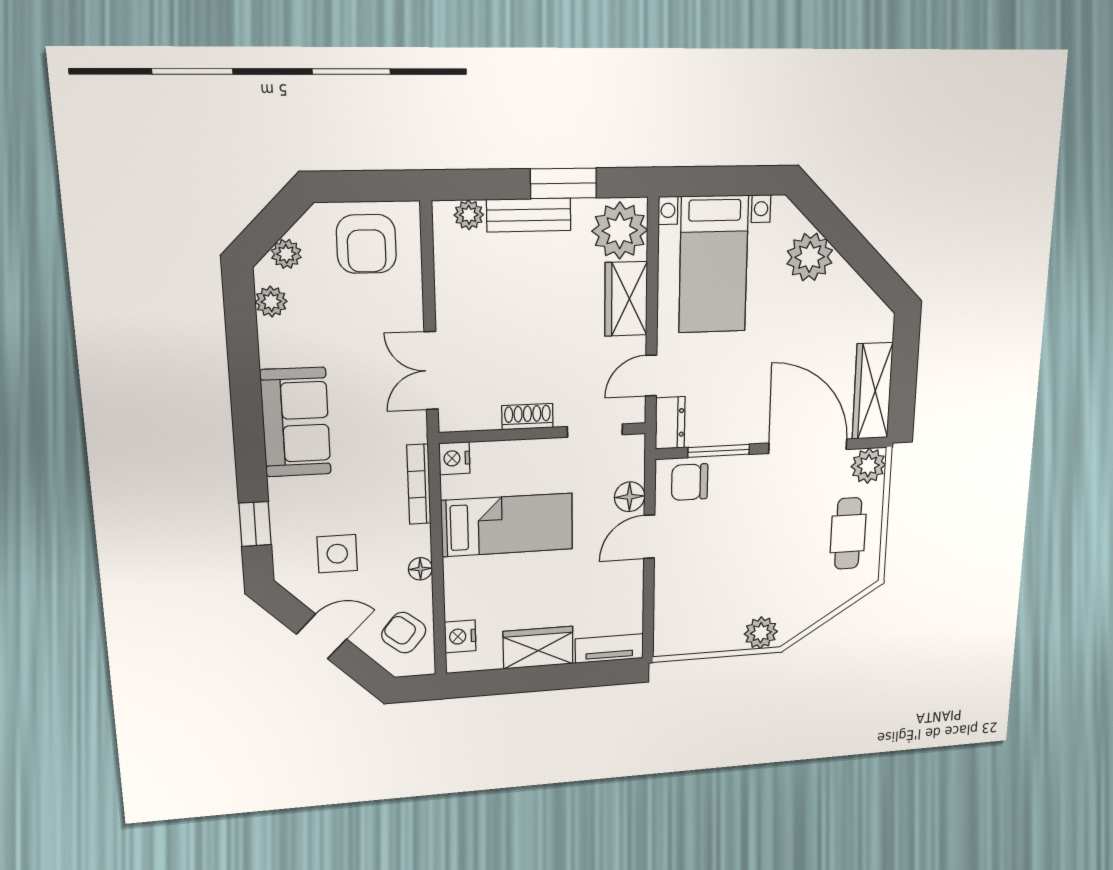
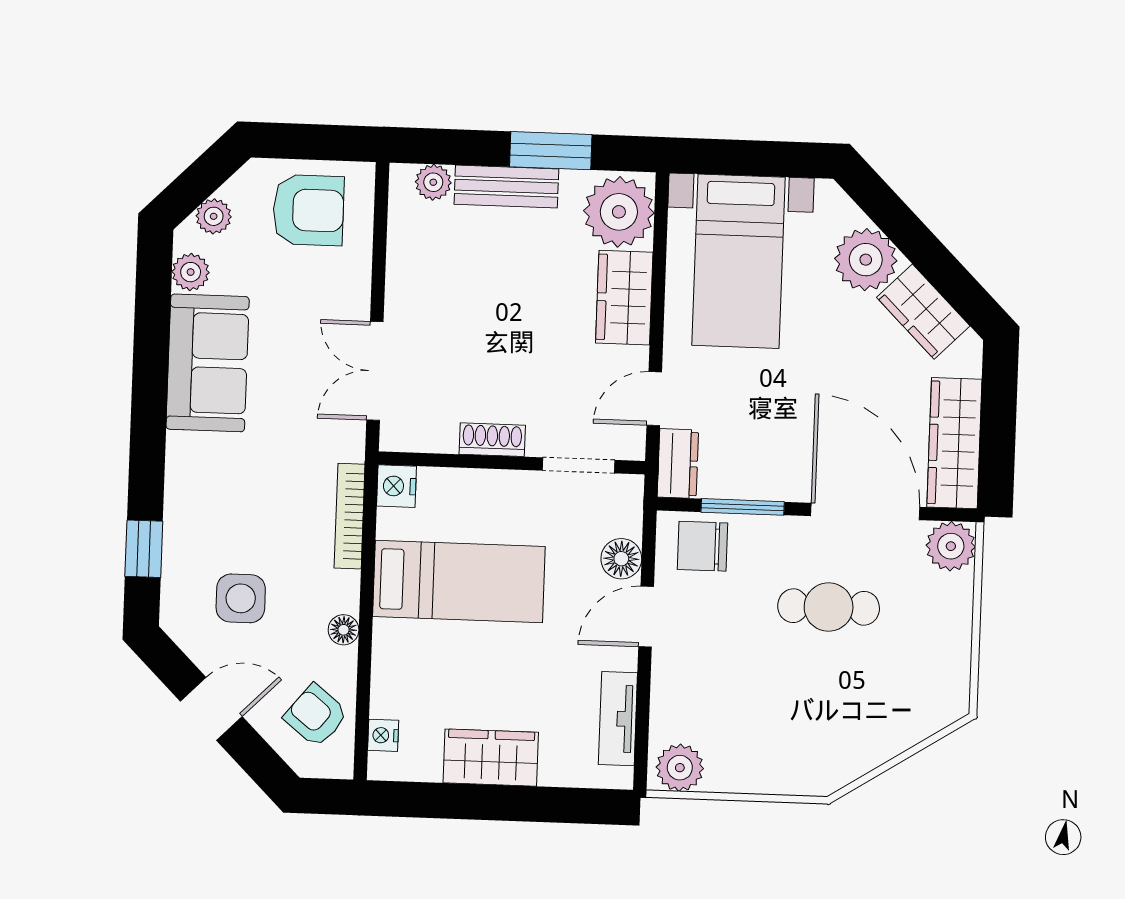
armchair: (366, 244) -> (308, 210), turned -90
wardrobe: (852, 294) -> (923, 312), added
sofa: (296, 422) -> (208, 363), moved
cafe table: (848, 534) -> (829, 607), moved, turned 90
plant: (761, 633) -> (680, 768), moved
nightstand: (460, 636) -> (383, 735), width x0.72, depth x0.74
tv unit: (609, 649) -> (618, 719), moved, turned -90

